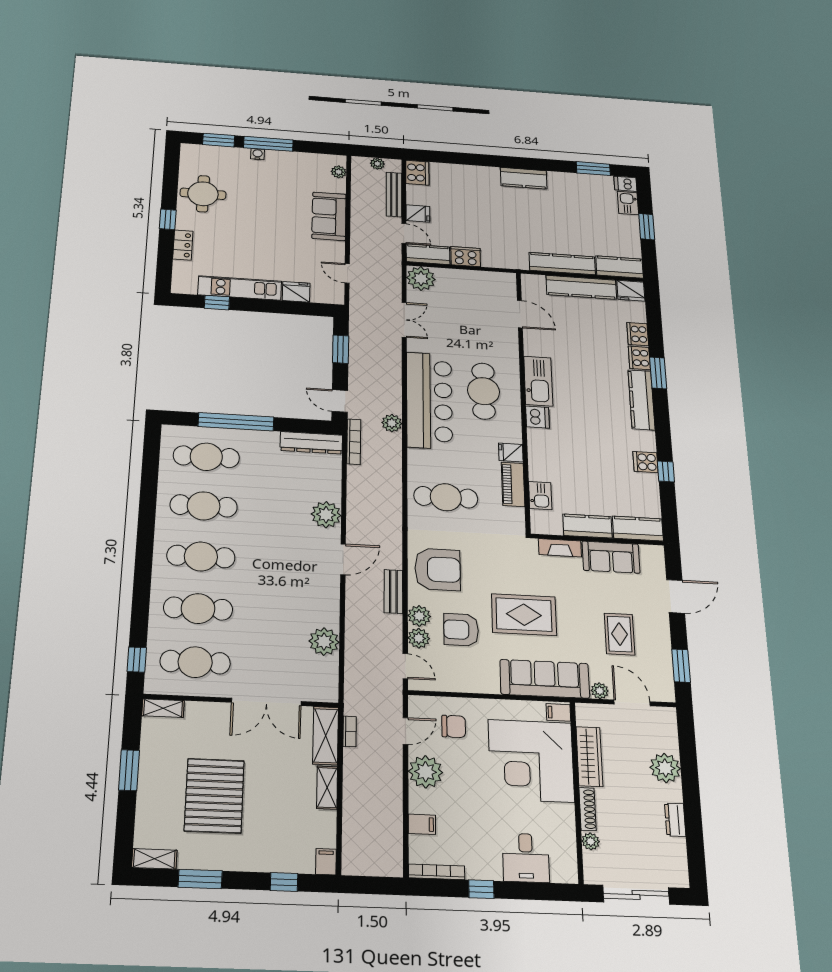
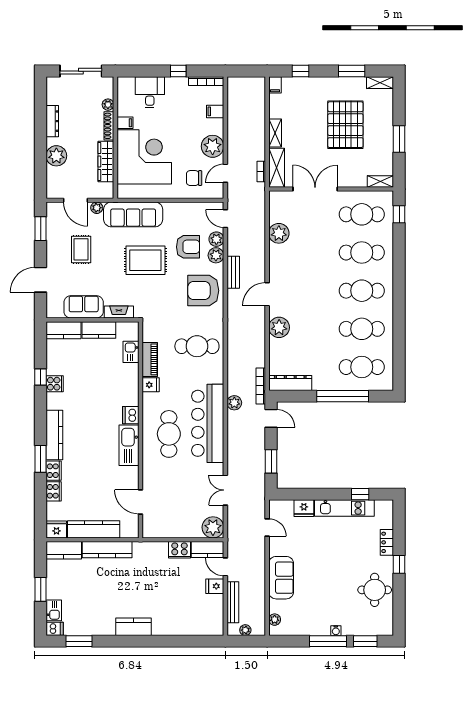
cooker: (417, 173) -> (215, 624), removed
filing cabinet: (558, 712) -> (125, 123), moved
dresser: (675, 820) -> (52, 121), width x1.44

